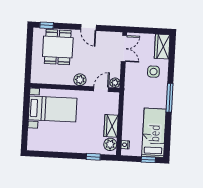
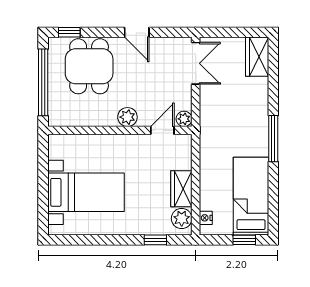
window: (29, 56) -> (43, 82), added
side table: (153, 72) -> (245, 98), removed
bed with nightstands: (53, 109) -> (86, 192), moved

